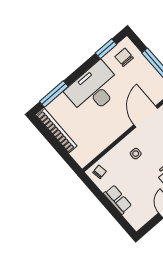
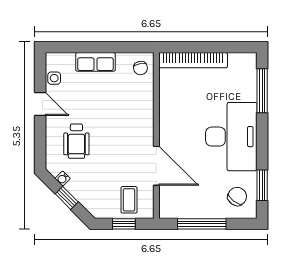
chair: (124, 57) -> (237, 196), turned -53
bookcase: (57, 131) -> (193, 60), moved
side table: (136, 154) -> (54, 78), moved

